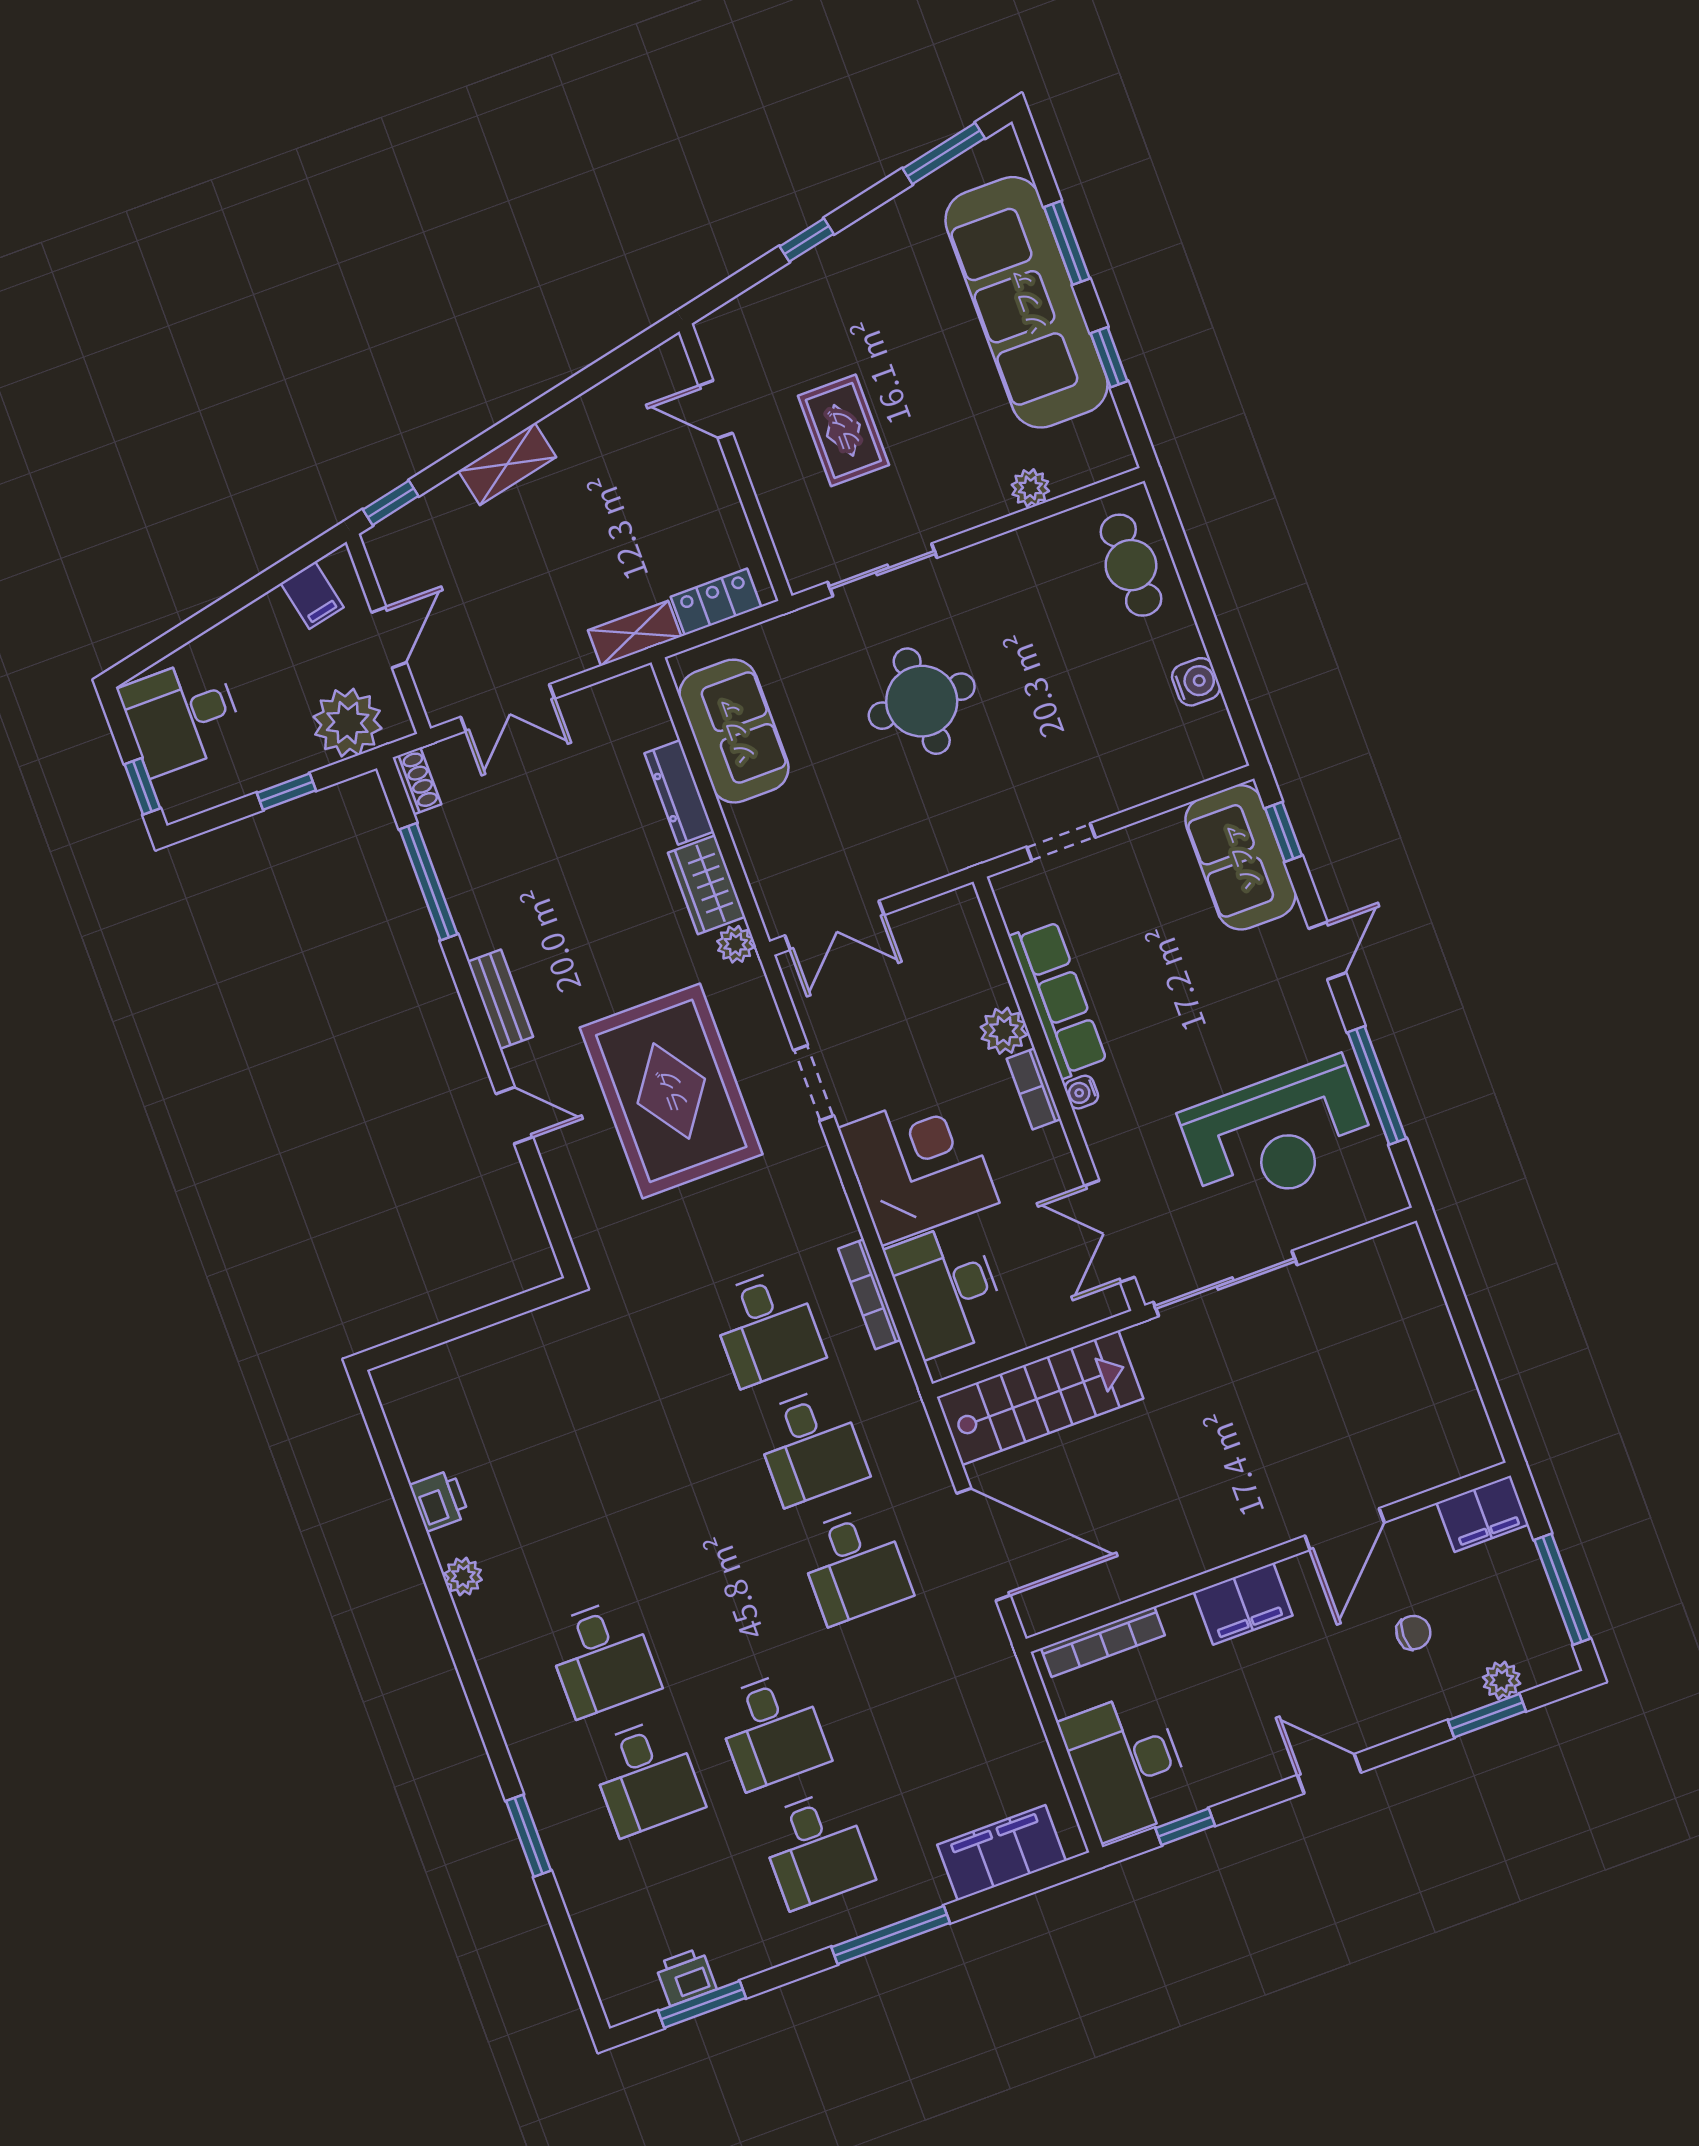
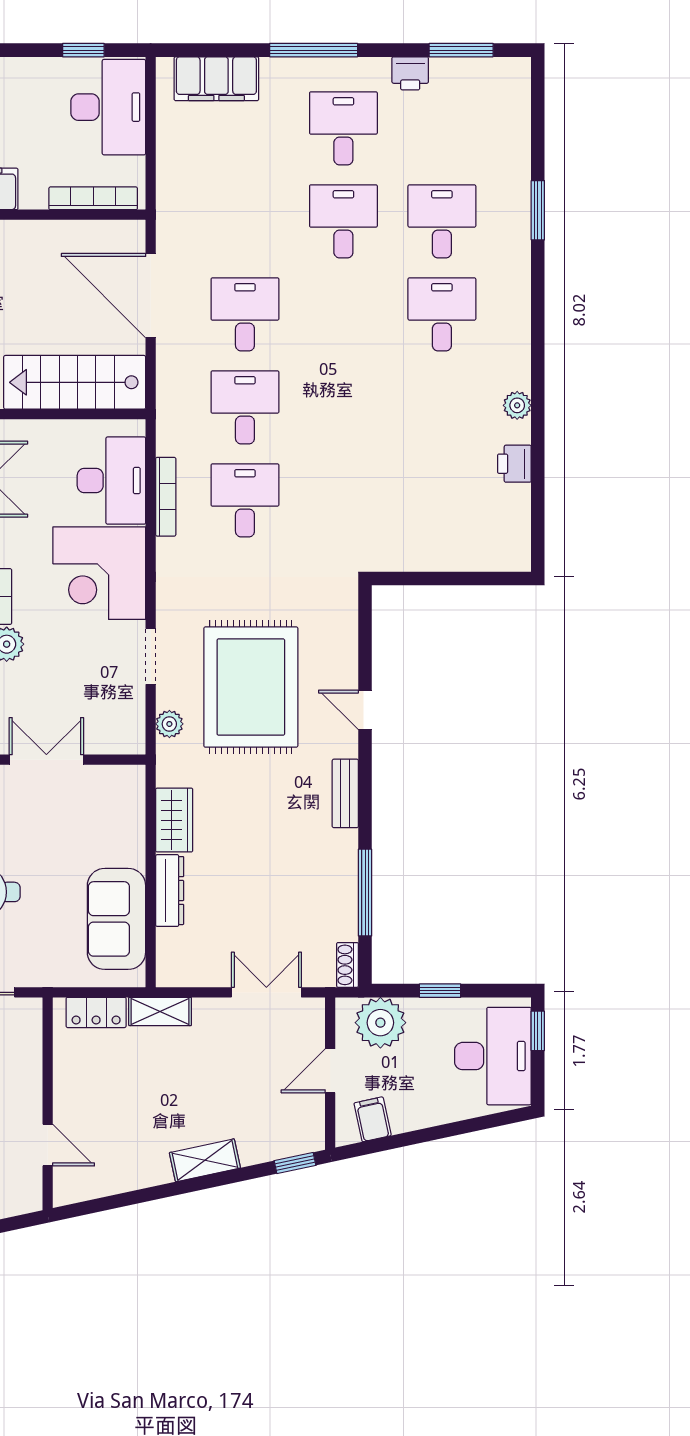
desk: (182, 716) -> (493, 1056), width x1.37
double door: (835, 925) -> (46, 760), moved
plant: (736, 944) -> (169, 724), moved
printer: (686, 1977) -> (410, 73), moved

